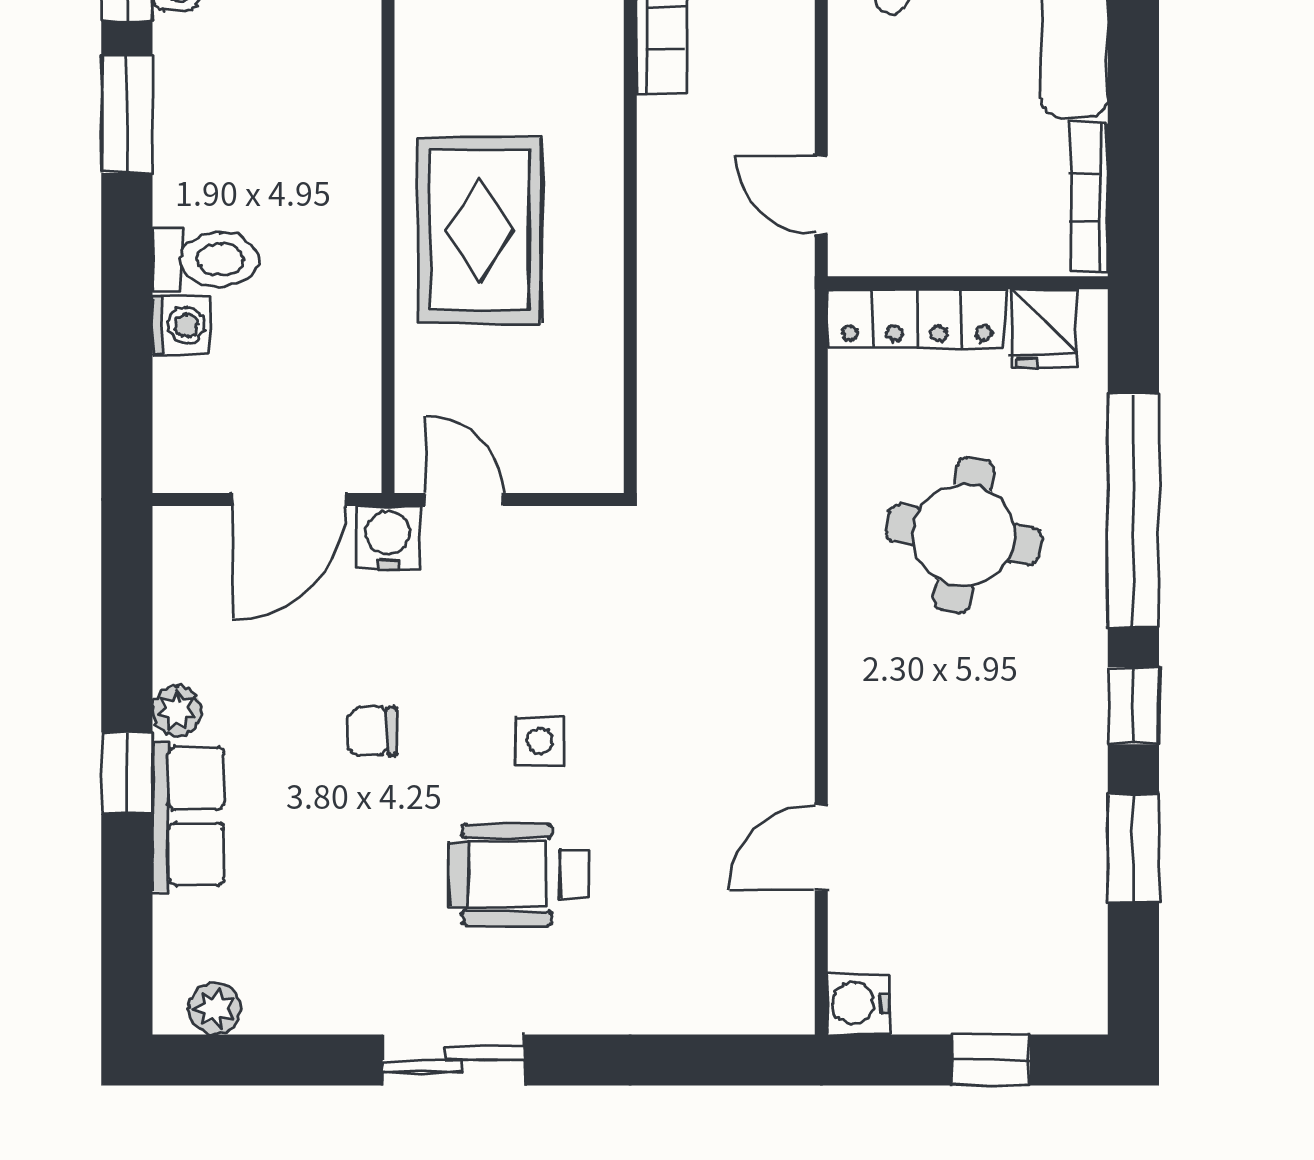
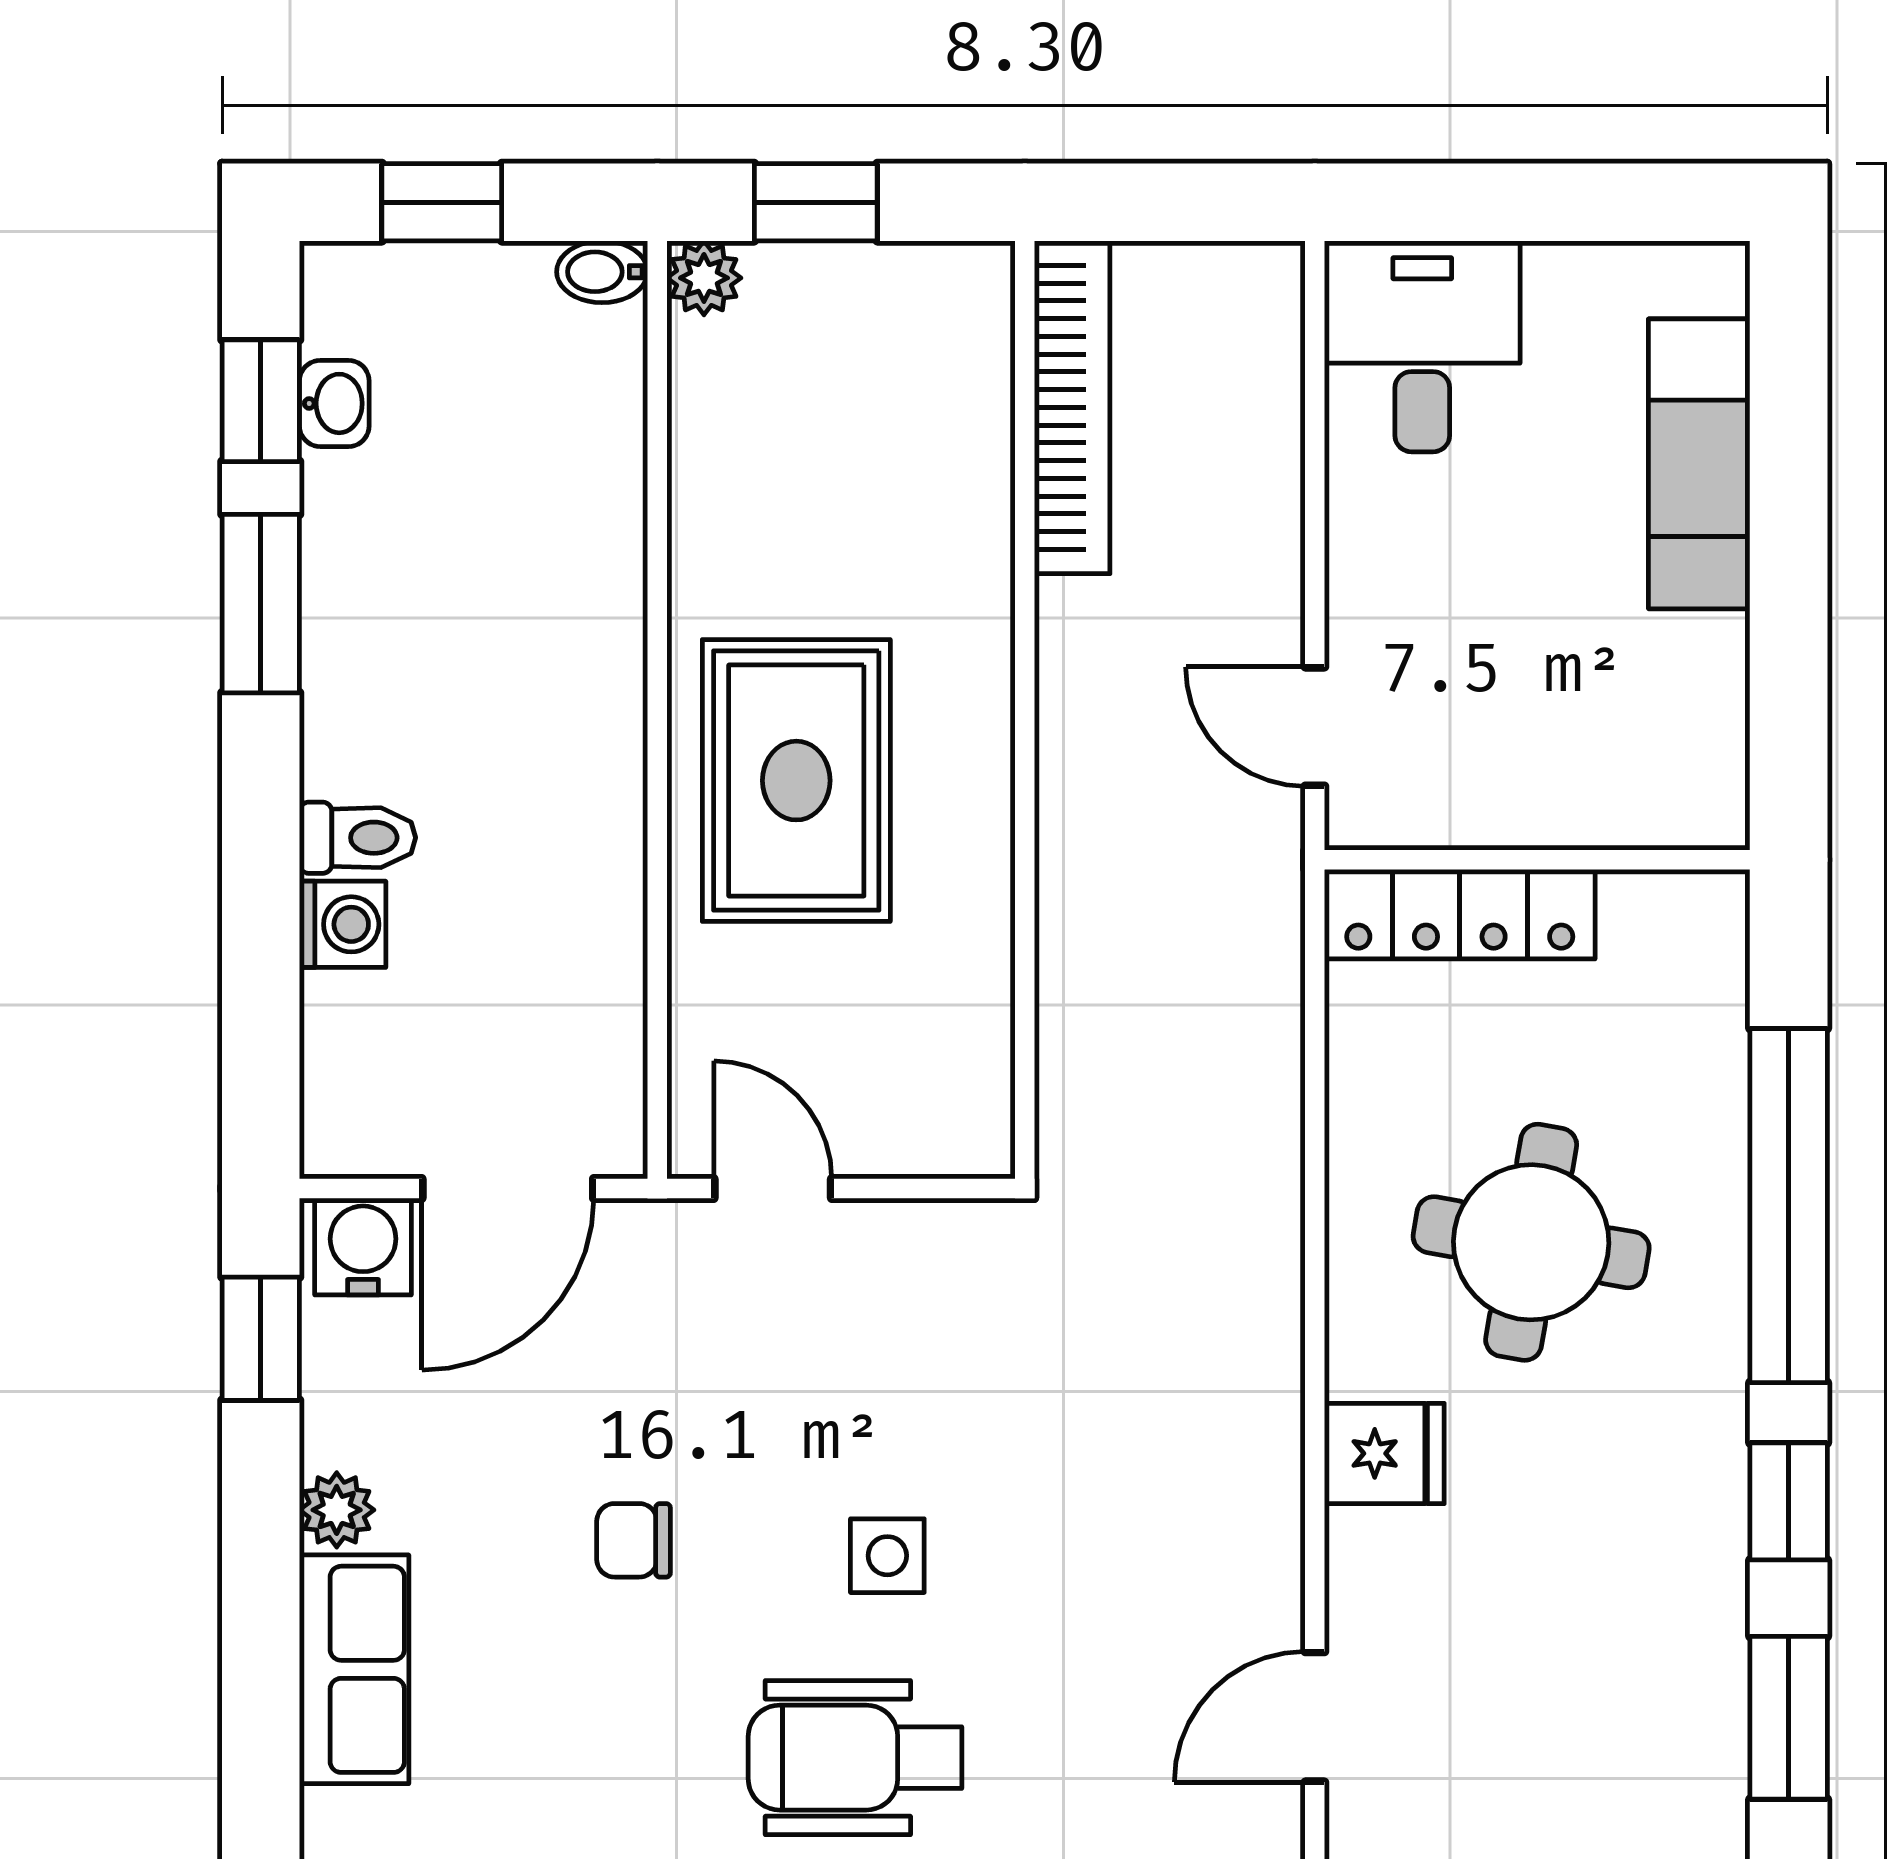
bookcase: (1089, 197) -> (1721, 729), removed
toilet: (205, 260) -> (358, 838), width x0.73, depth x0.72
fridge: (1044, 329) -> (1384, 1453), moved, turned -90
water cooler: (388, 538) -> (363, 1247), moved
window: (127, 773) -> (261, 1339), moved

